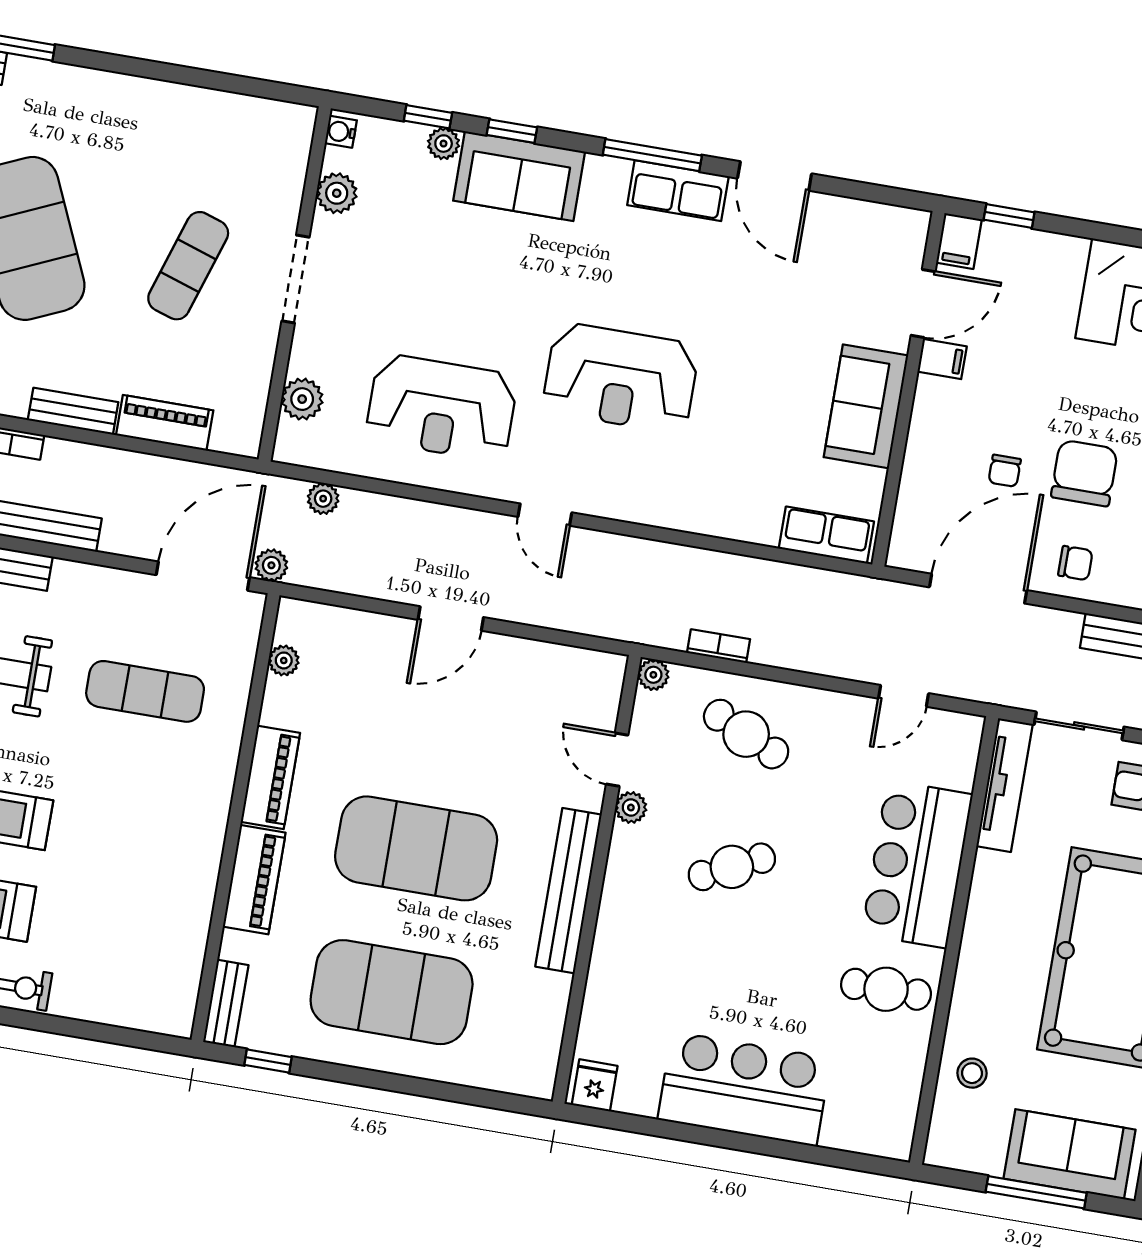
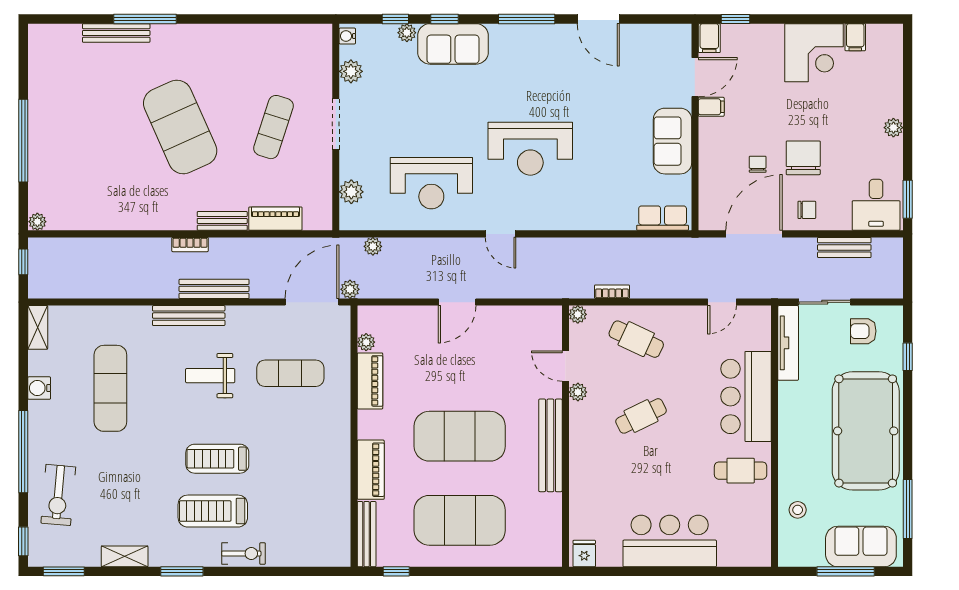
row of seats: (678, 191) -> (545, 37), removed
chair: (1005, 471) -> (758, 164), turned 180
piano: (270, 777) -> (370, 381), moved
bench: (226, 1003) -> (367, 534), width x1.36

